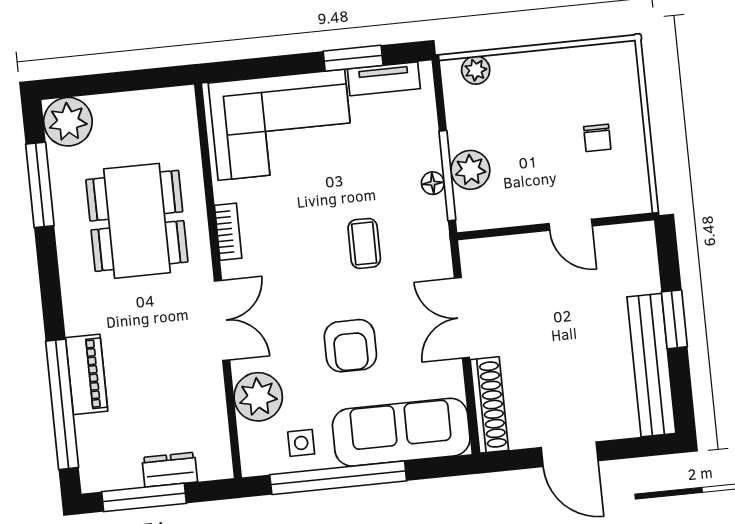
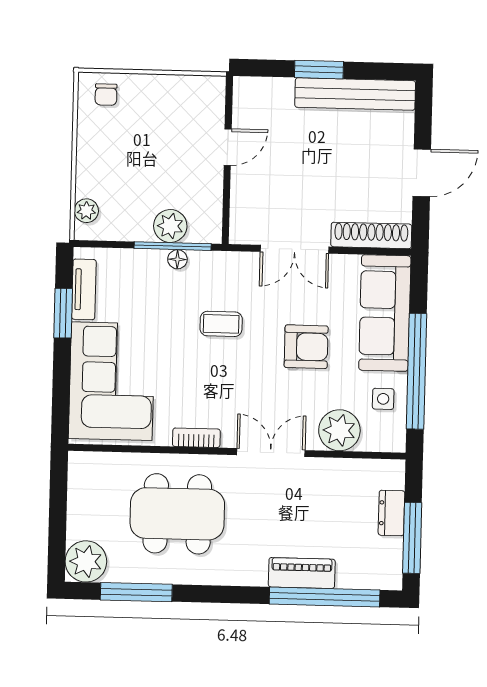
chair: (597, 138) -> (106, 95), moved, turned 90

